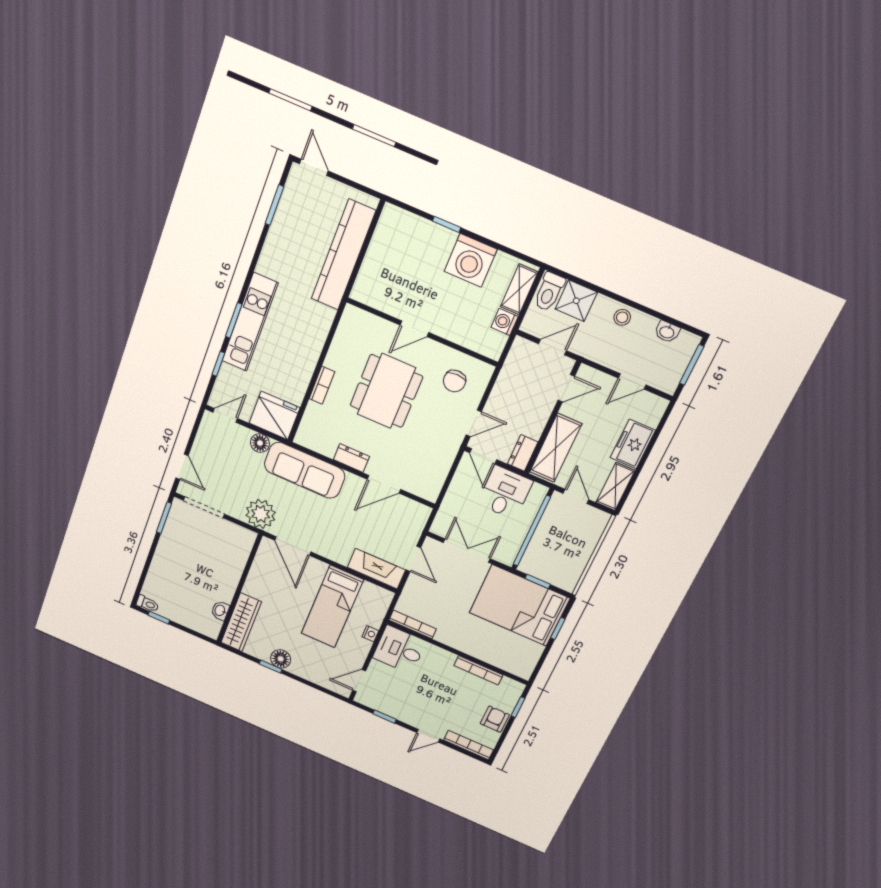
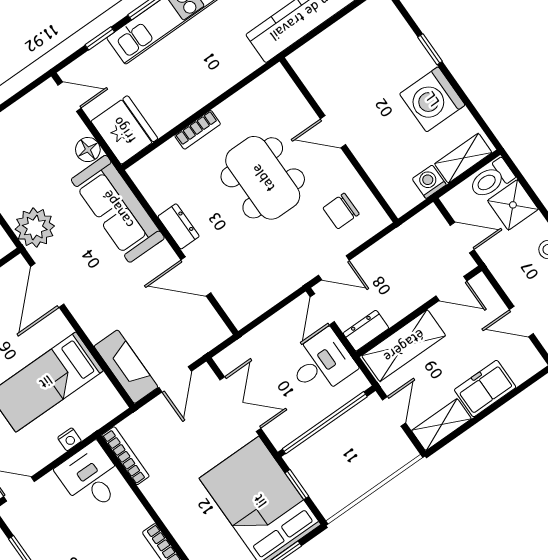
dining table: (386, 391) -> (263, 178), turned 90

